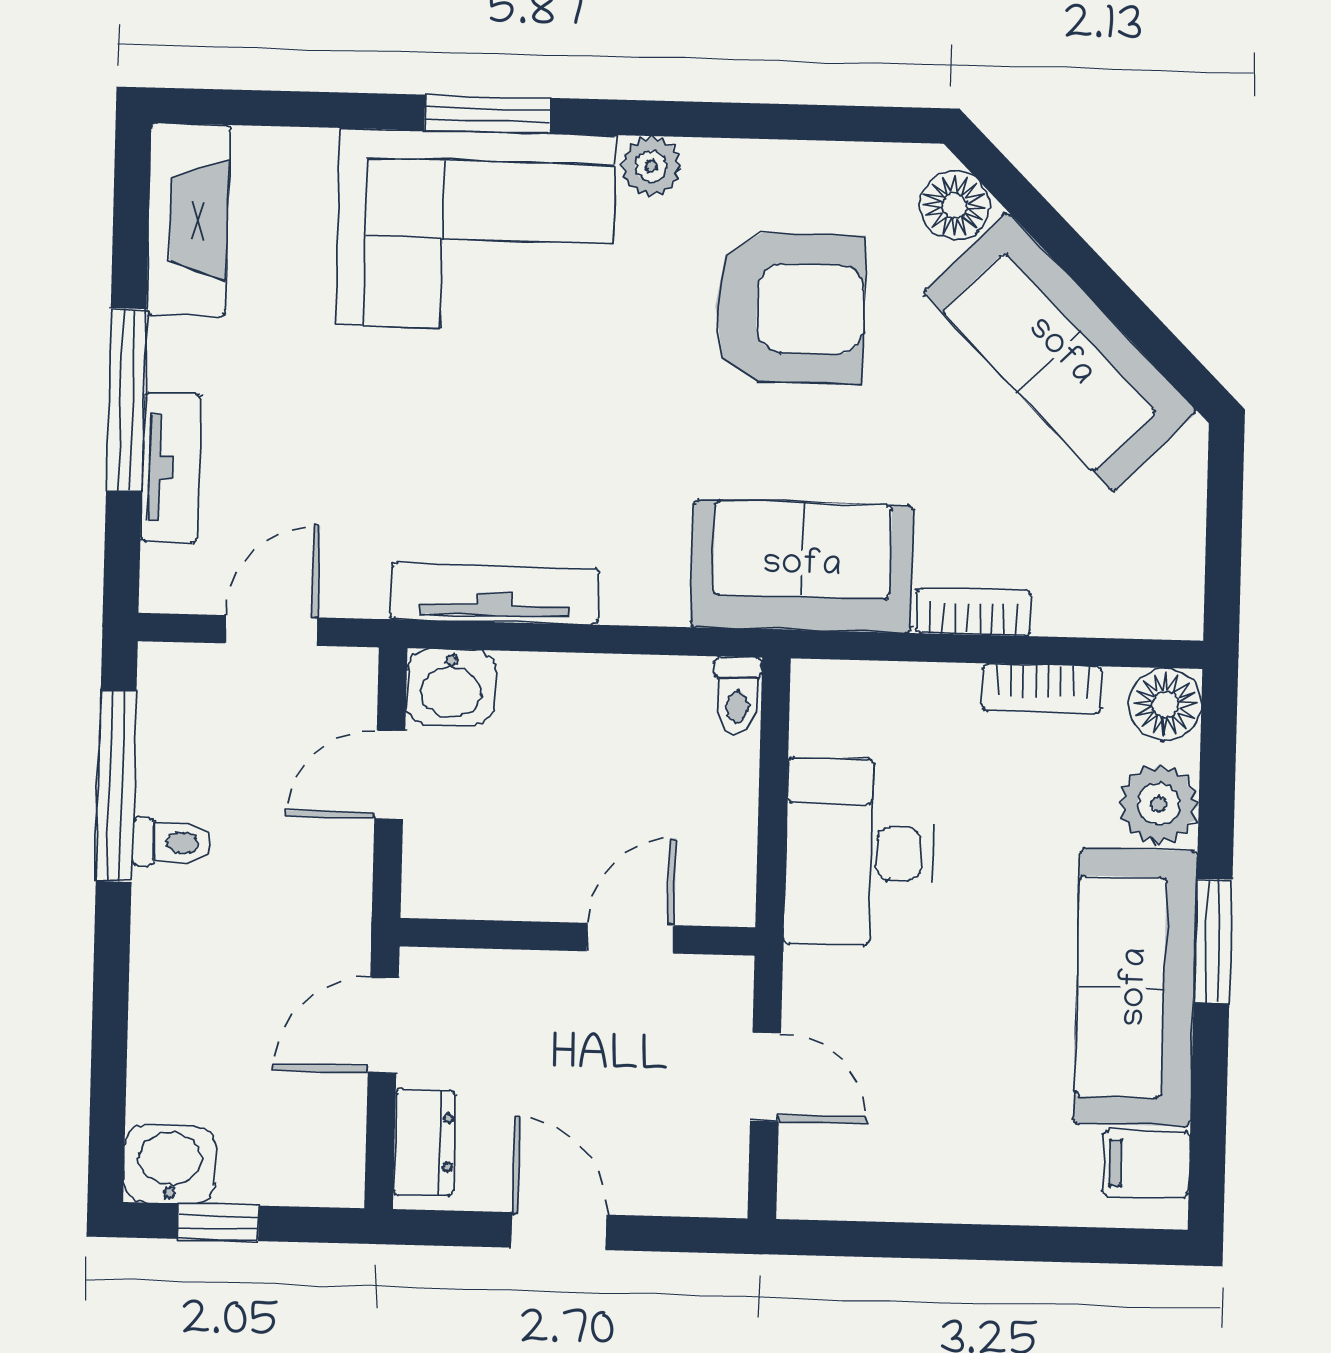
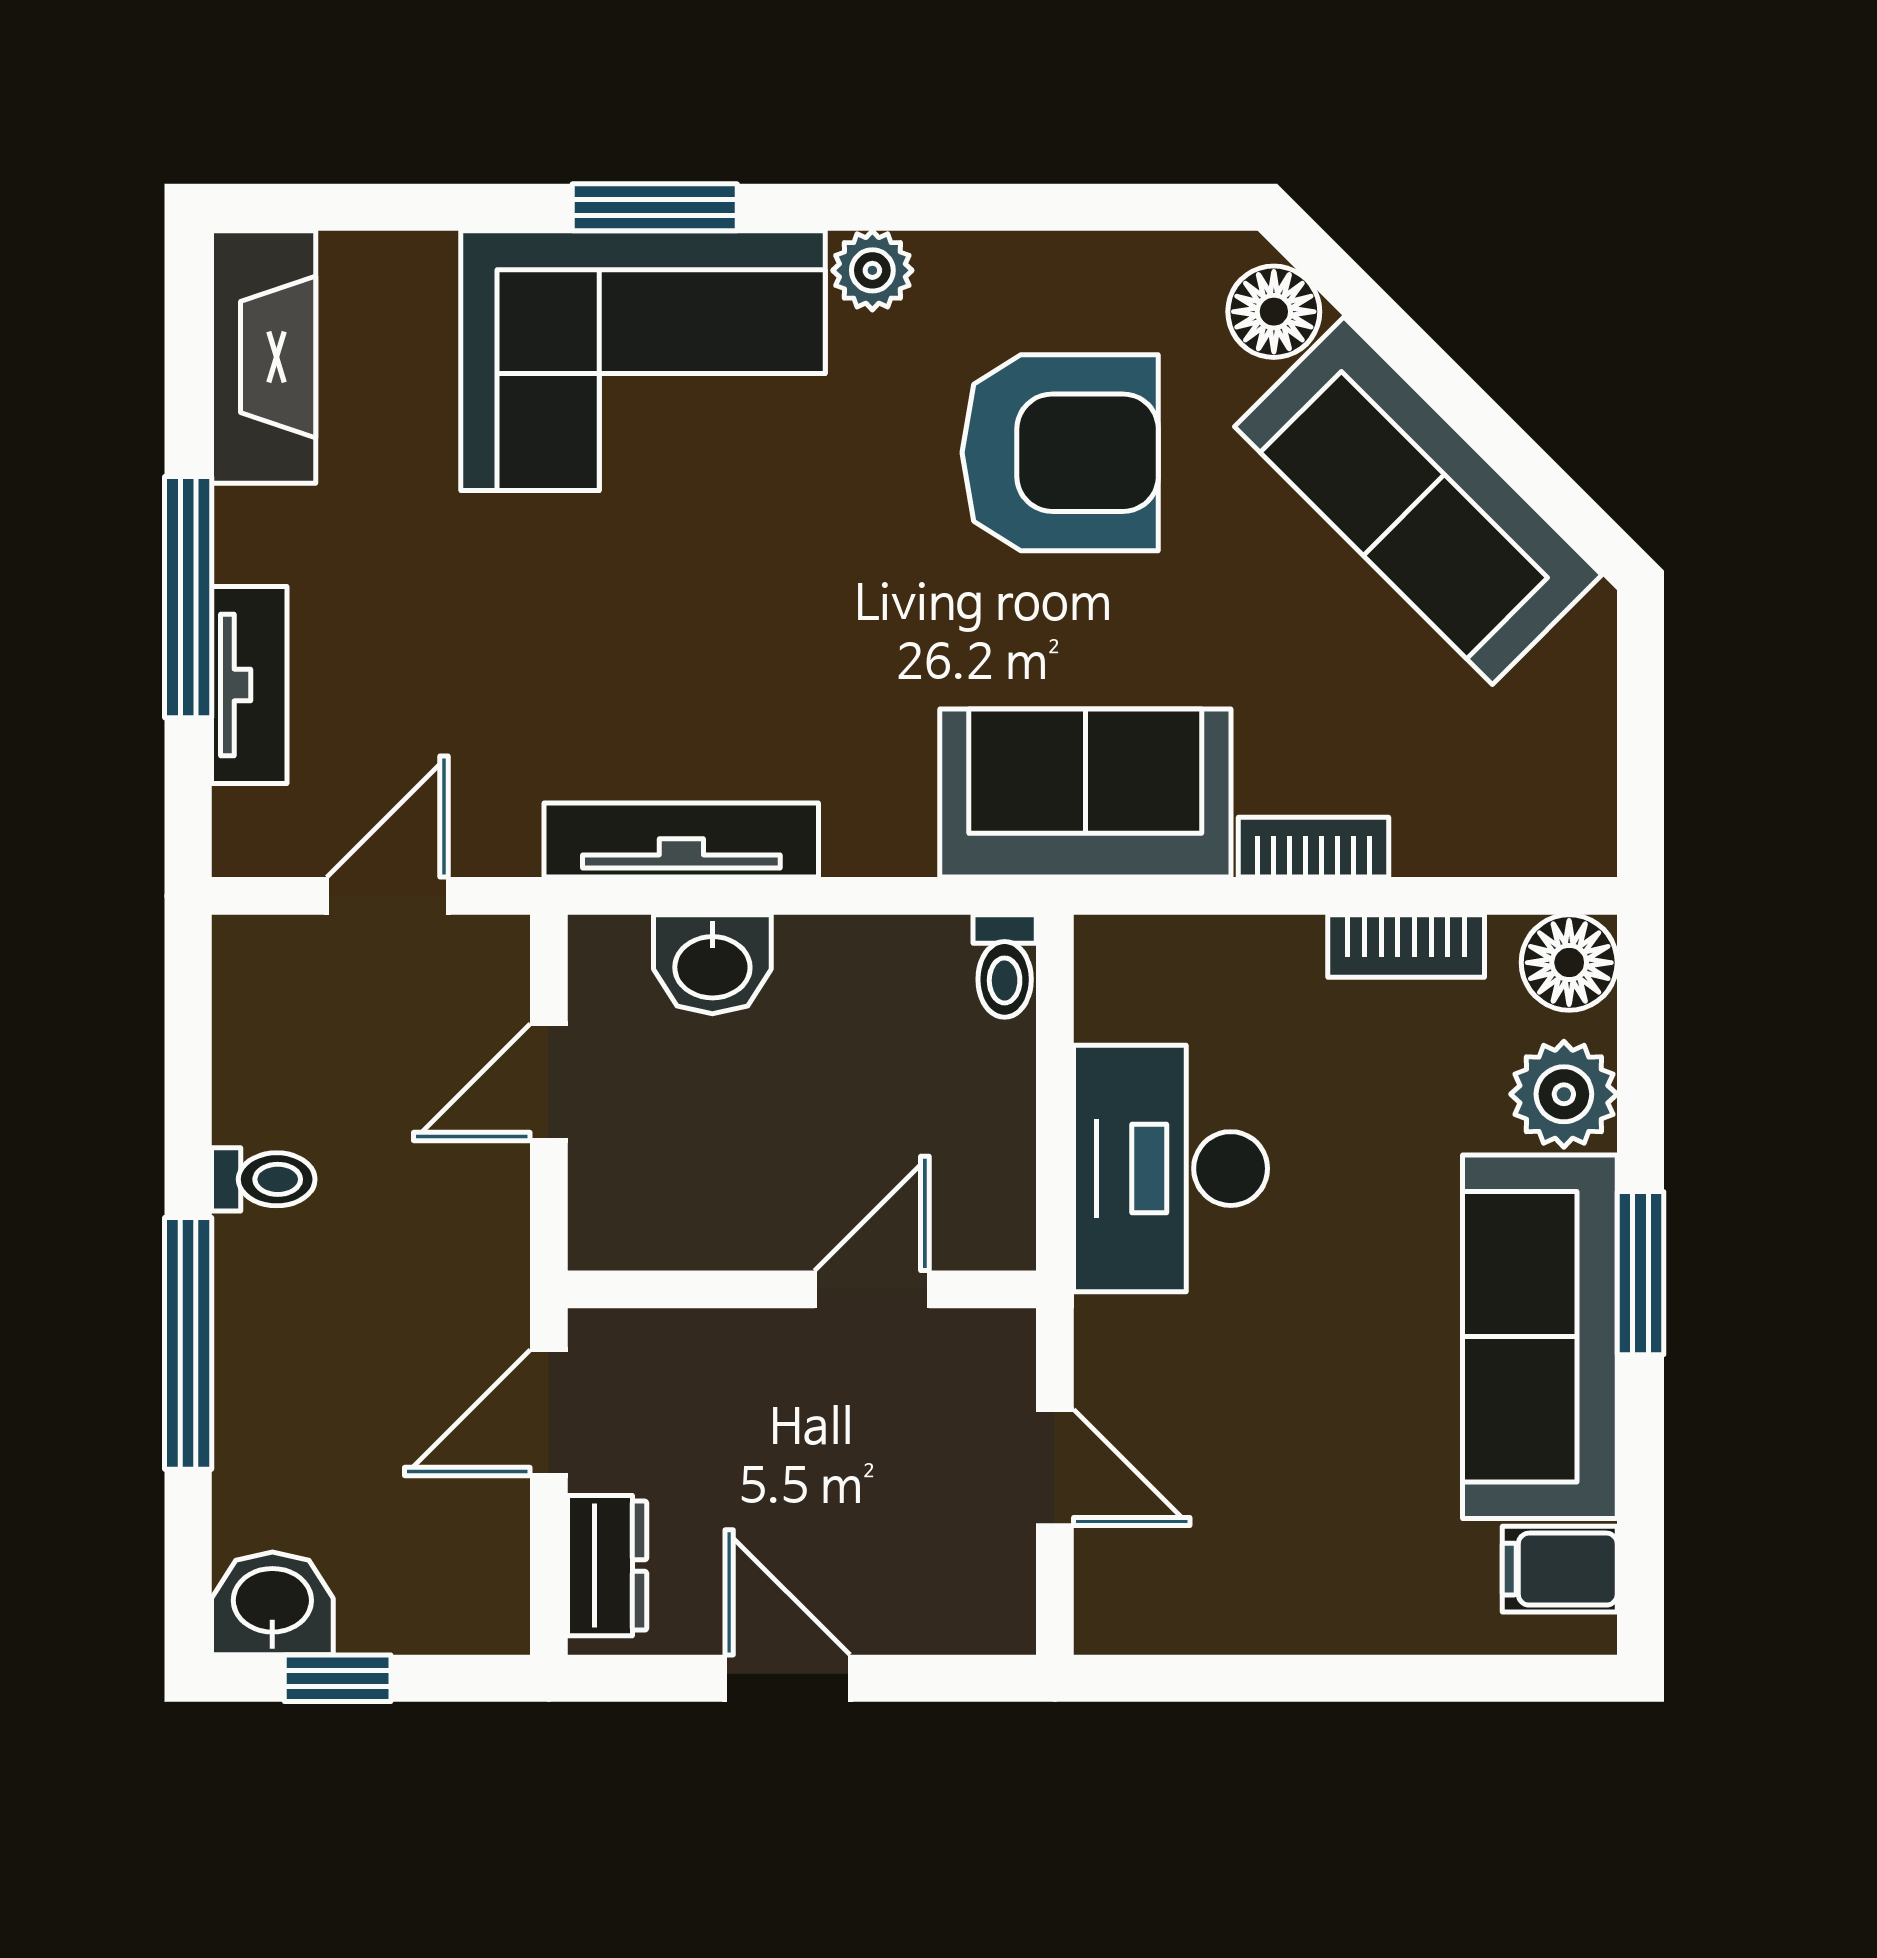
washbasin: (451, 687) -> (712, 964), moved
window: (116, 786) -> (188, 1343), moved

